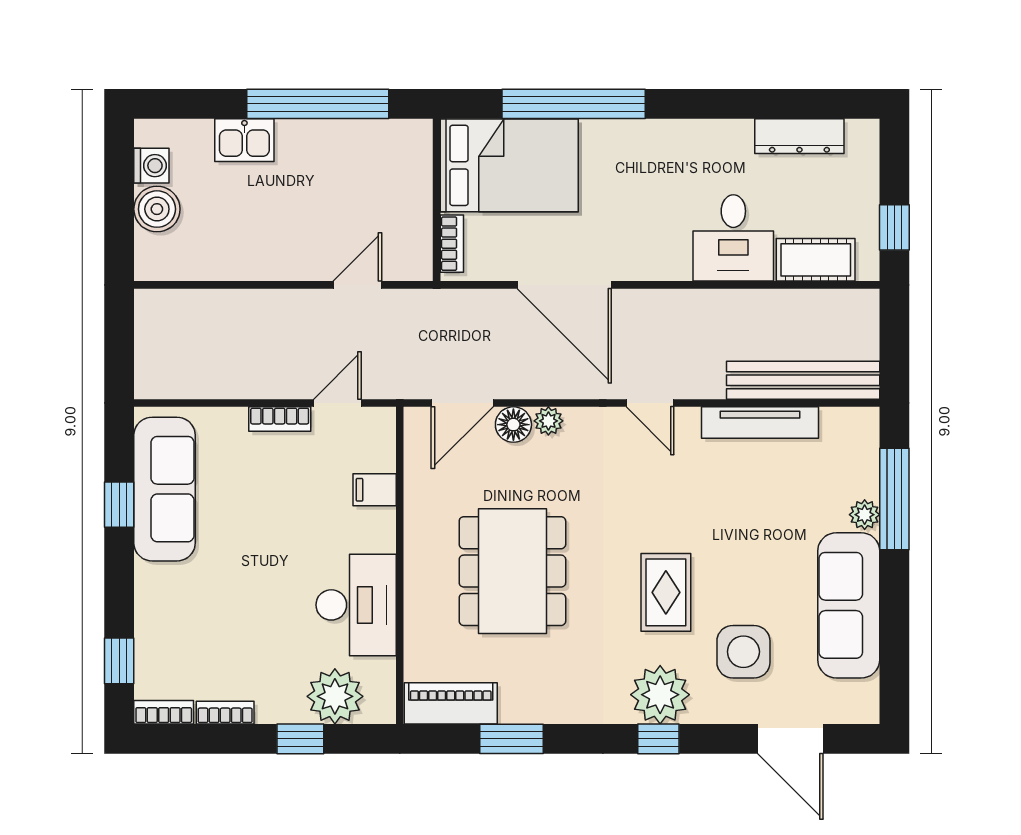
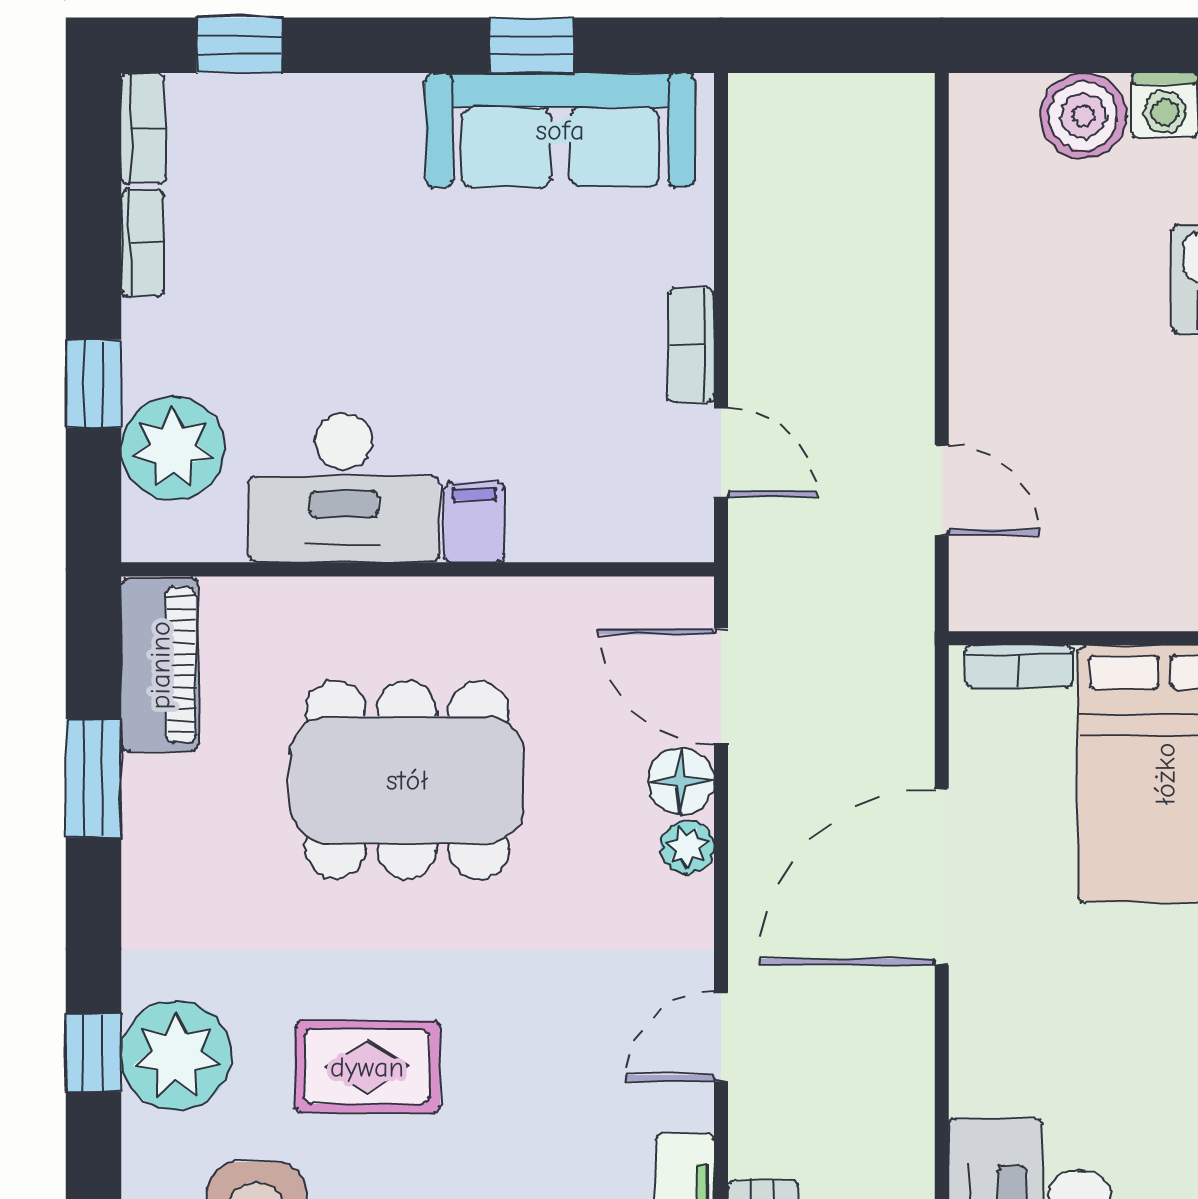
filing cabinet: (375, 490) -> (475, 522), moved

